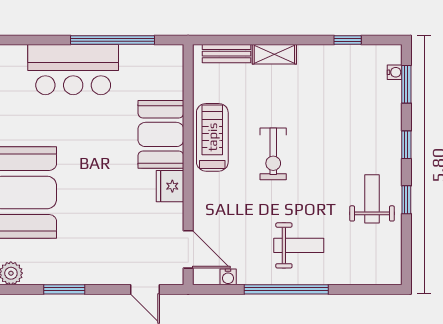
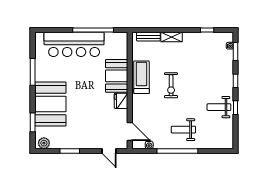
bar counter: (73, 70) -> (74, 44), width x1.36
weight bench: (372, 199) -> (219, 107), turned -90
weight bench: (299, 245) -> (183, 130), turned 180

